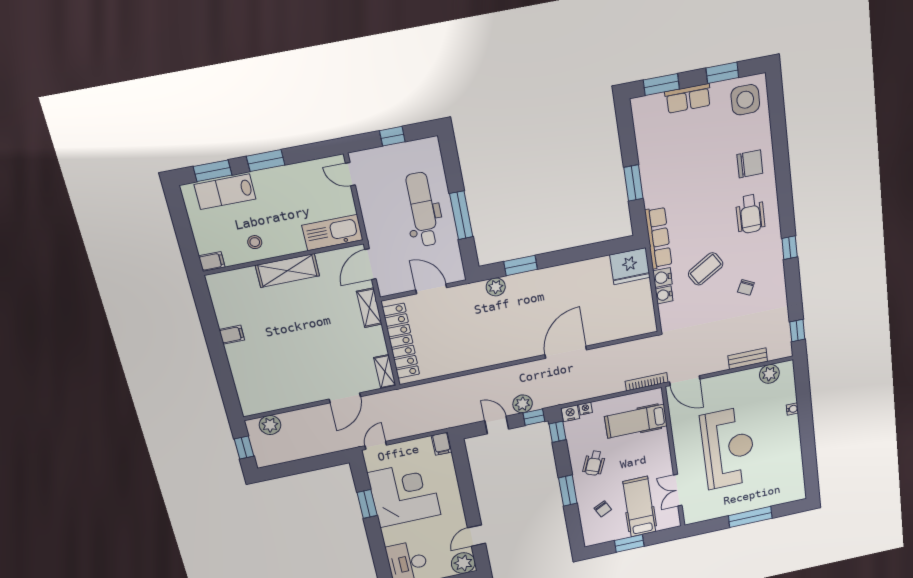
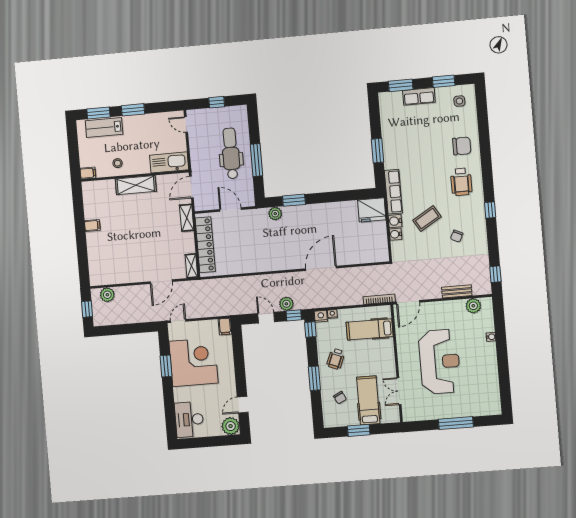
side table: (745, 100) -> (459, 101), width x0.54, depth x0.54
door: (685, 381) -> (408, 302), hinge flipped

